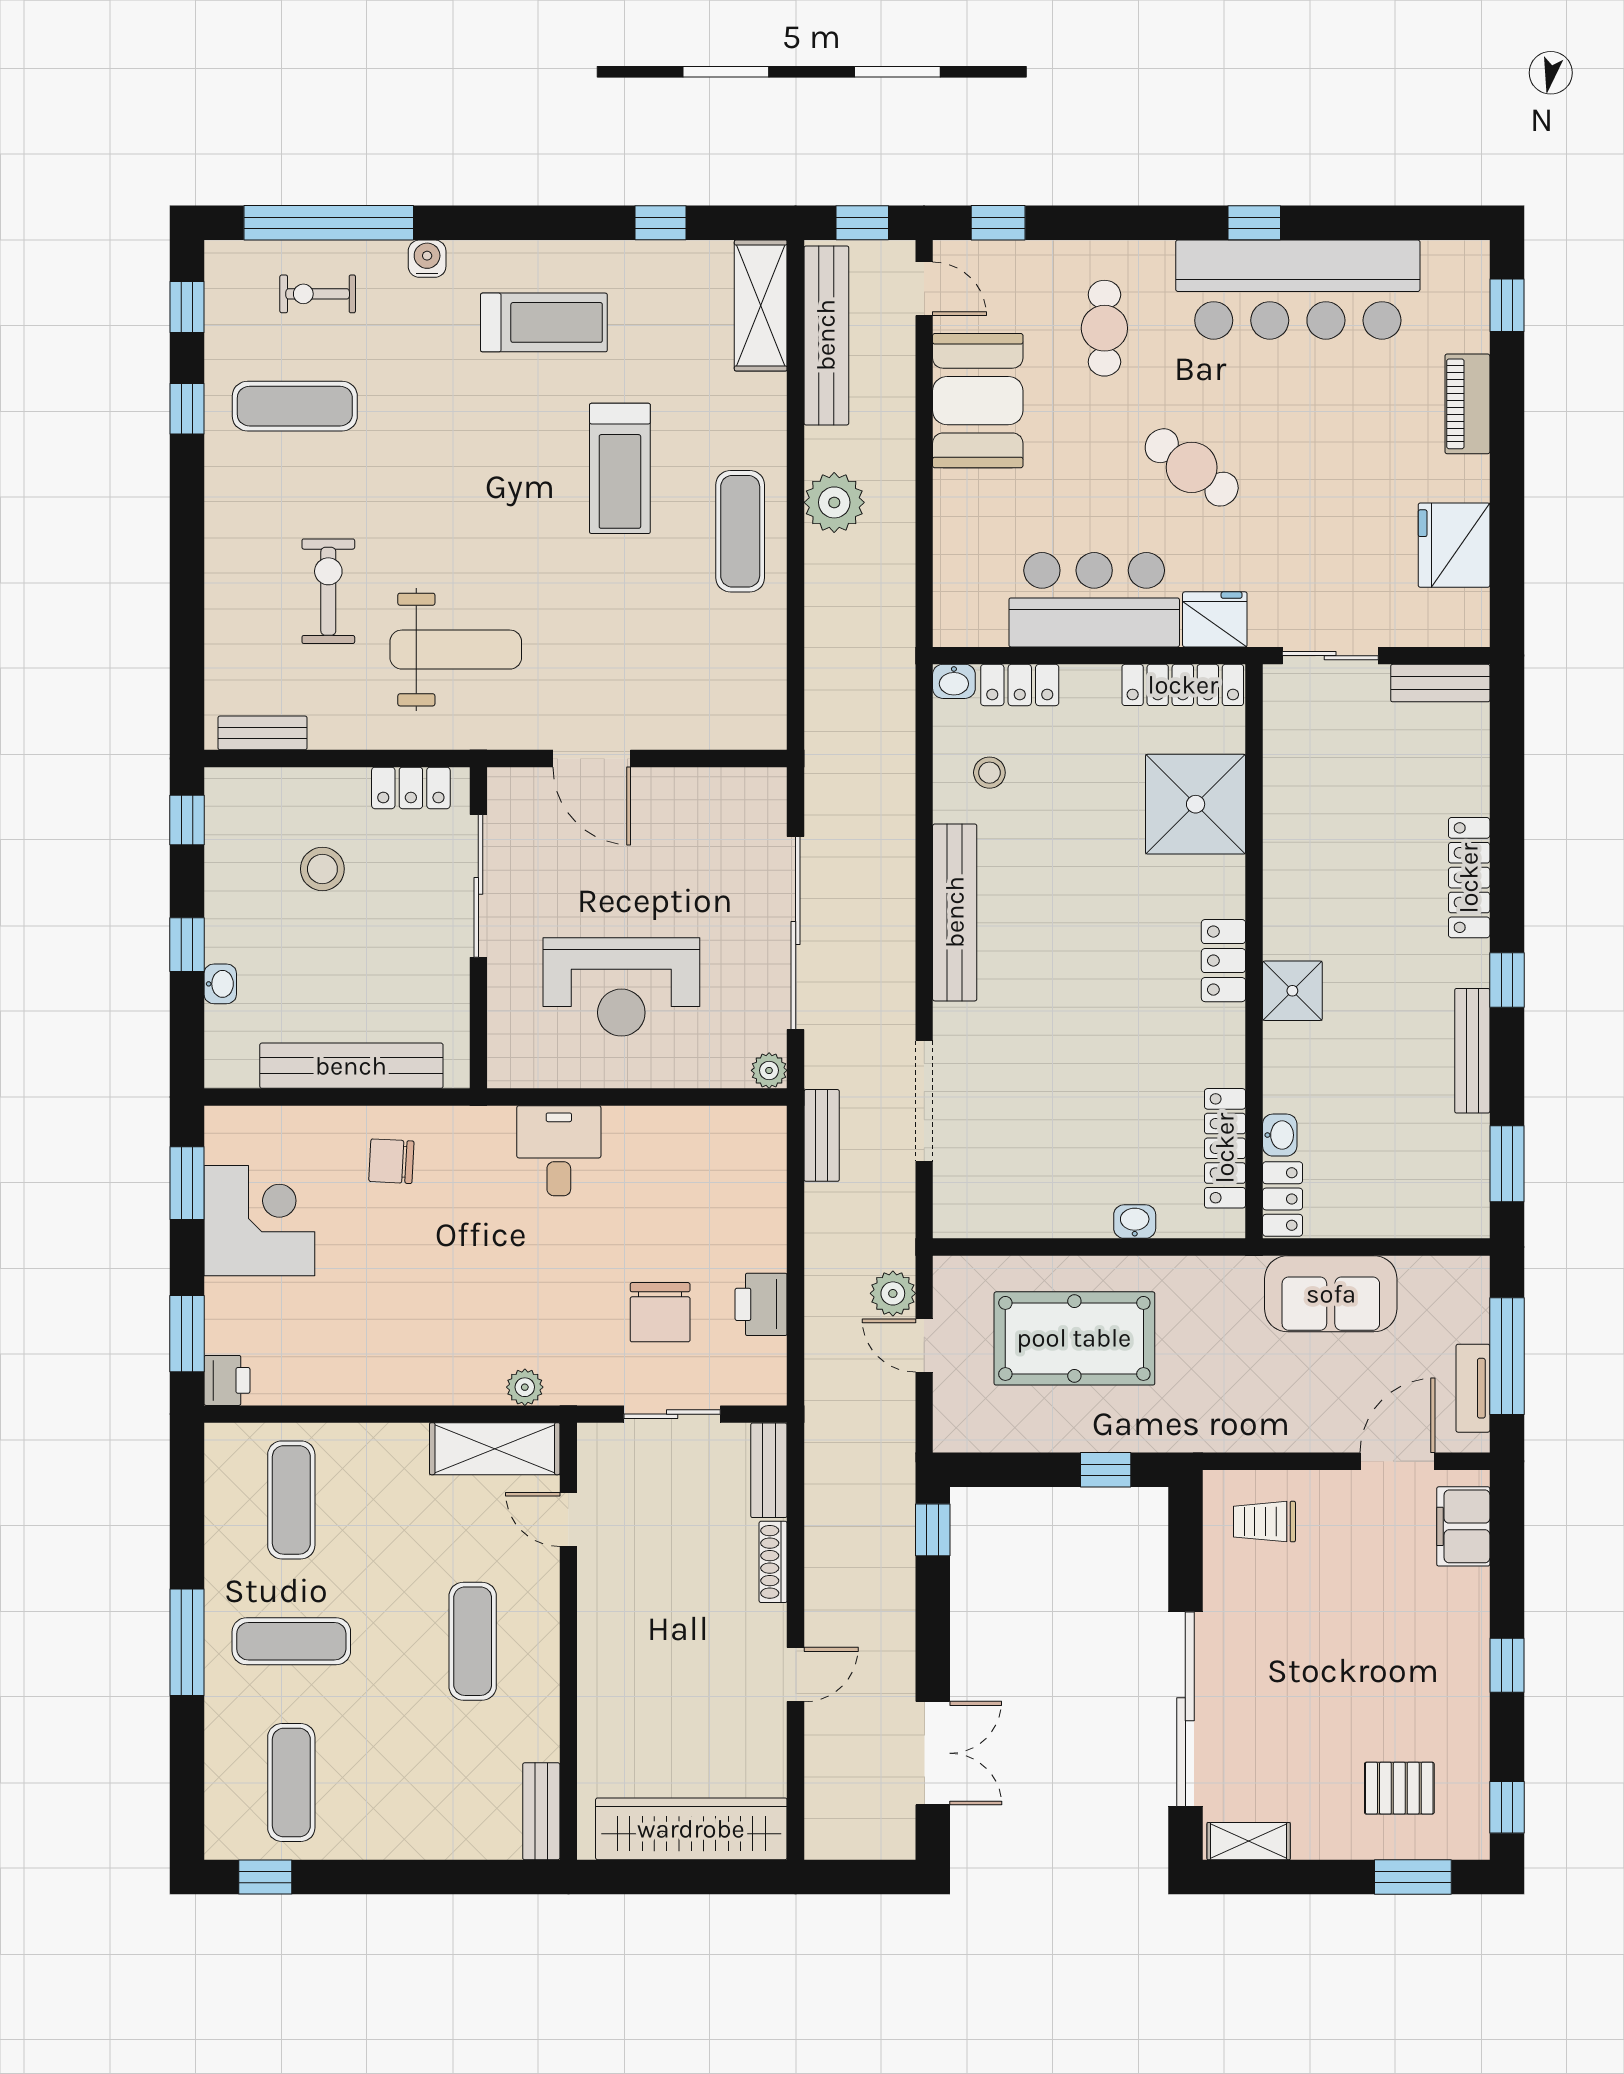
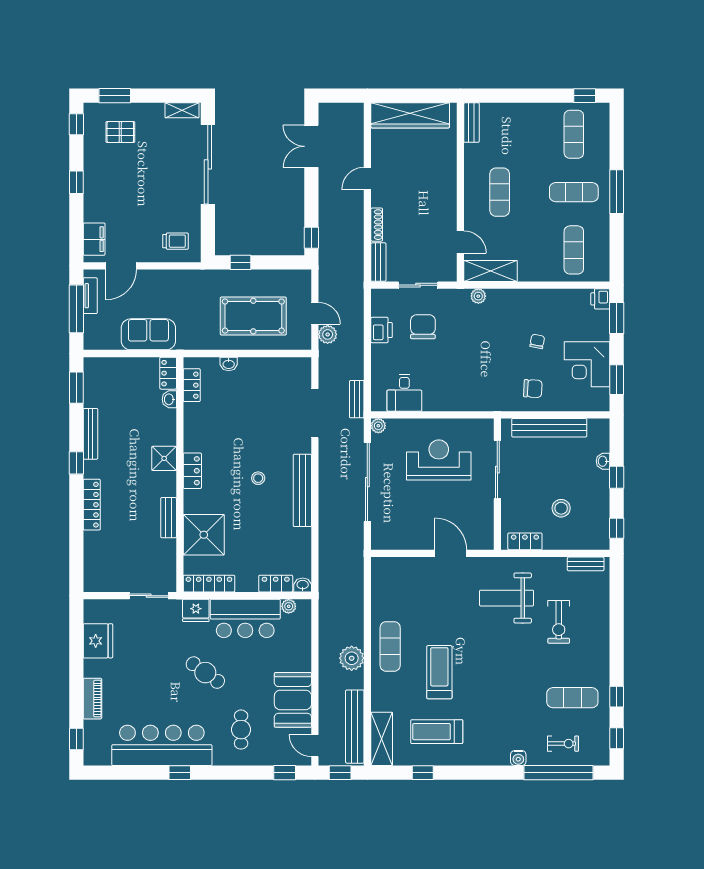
treadmill: (544, 322) -> (437, 732), moved
plant: (988, 629) -> (289, 606), added
bench: (1440, 683) -> (169, 518), moved, turned 90
stool: (989, 773) -> (258, 478), moved
sliding door: (478, 886) -> (497, 470), moved
locker: (1225, 1148) -> (192, 385), width x0.66
desk: (559, 1151) -> (404, 393), moved
chair: (381, 1276) -> (537, 341), added

